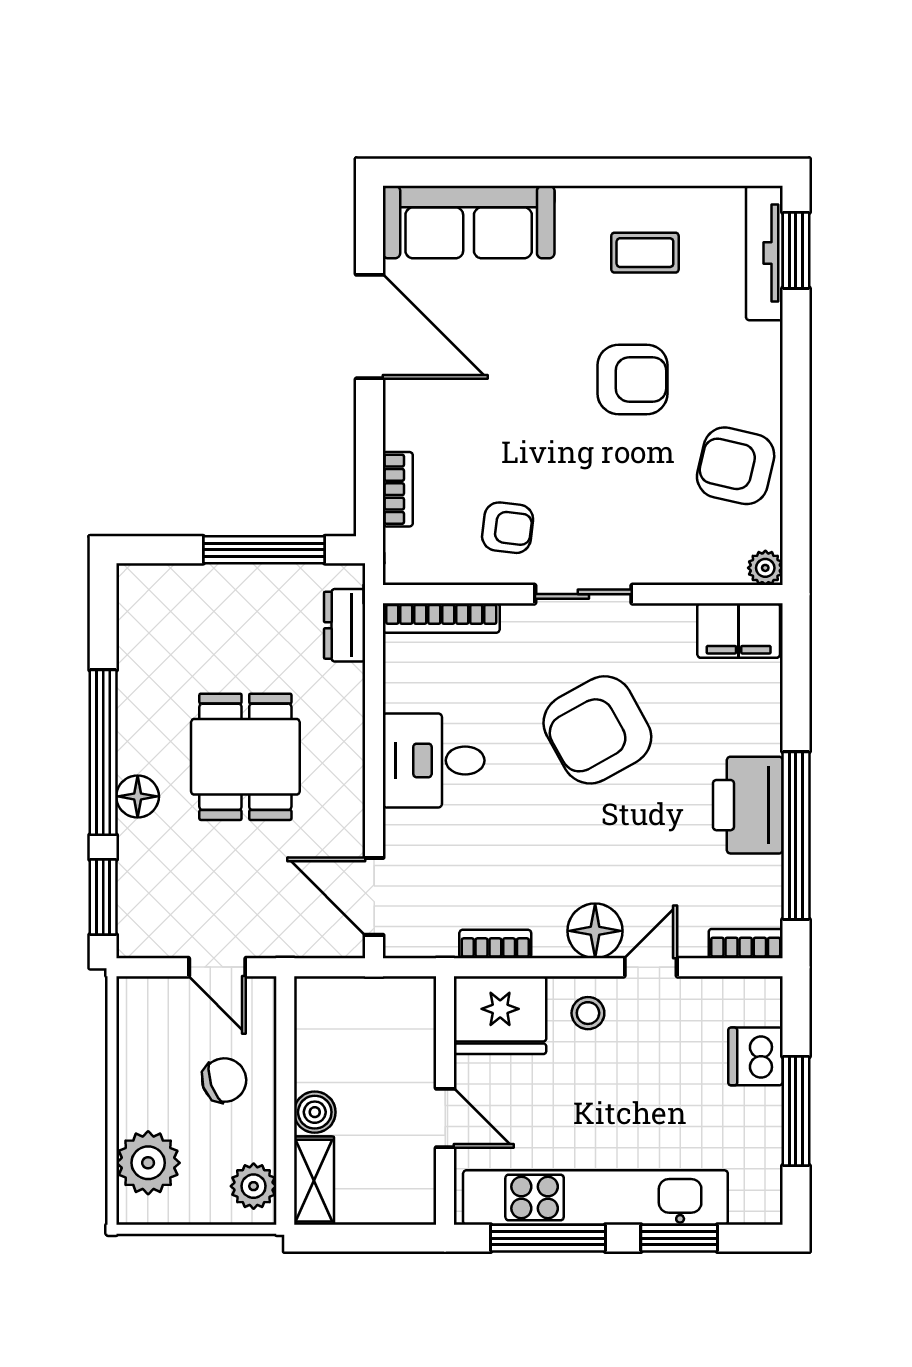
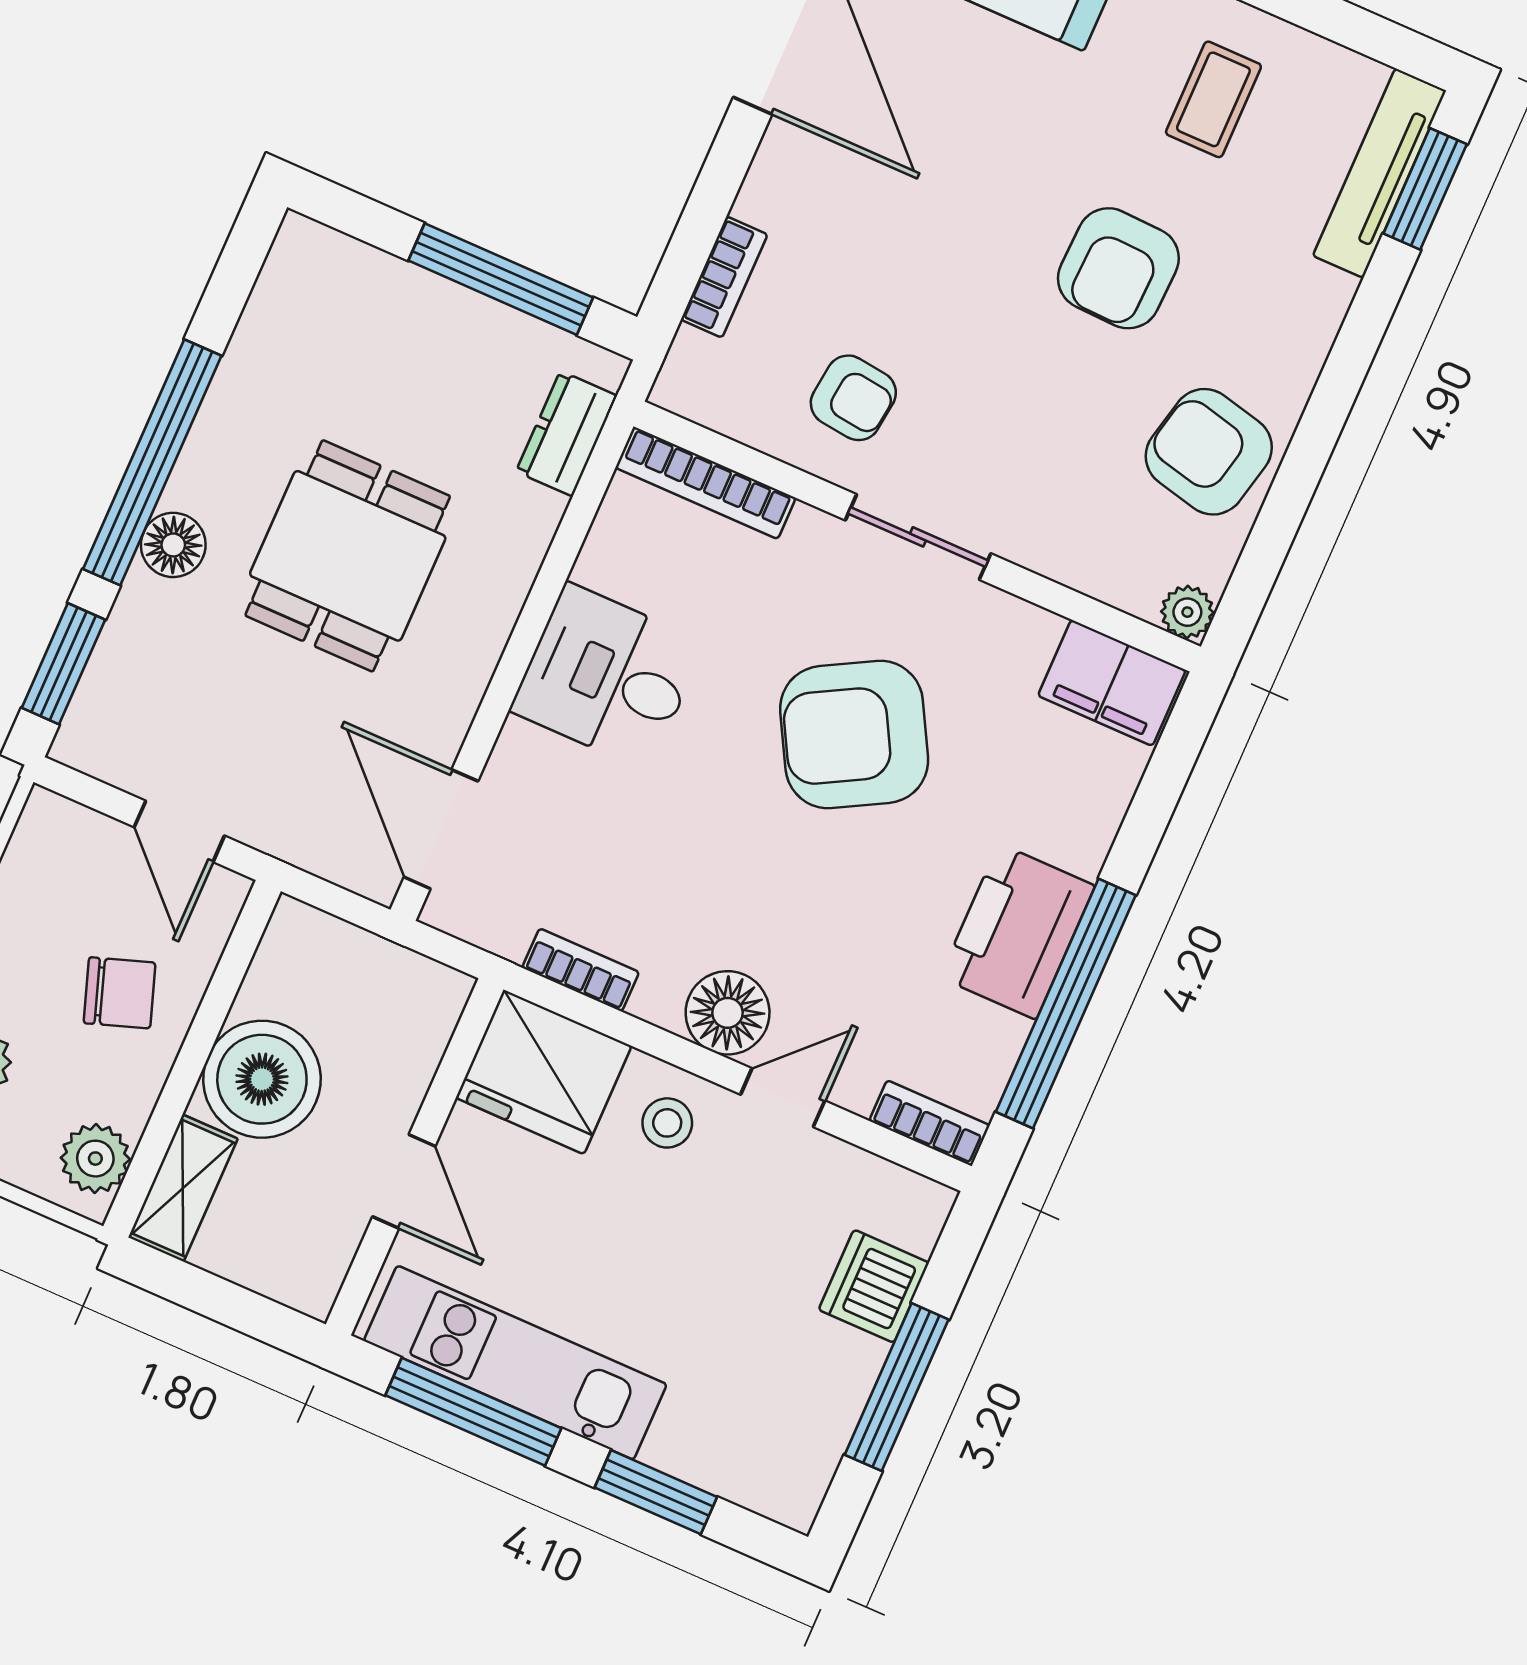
coffee table: (645, 253) -> (1213, 99), turned 90
armchair: (633, 379) -> (1118, 268), turned 92
boiler: (315, 1112) -> (262, 1079), width x1.86, depth x1.86
kitchen unit: (595, 1197) -> (515, 1363), width x0.73

